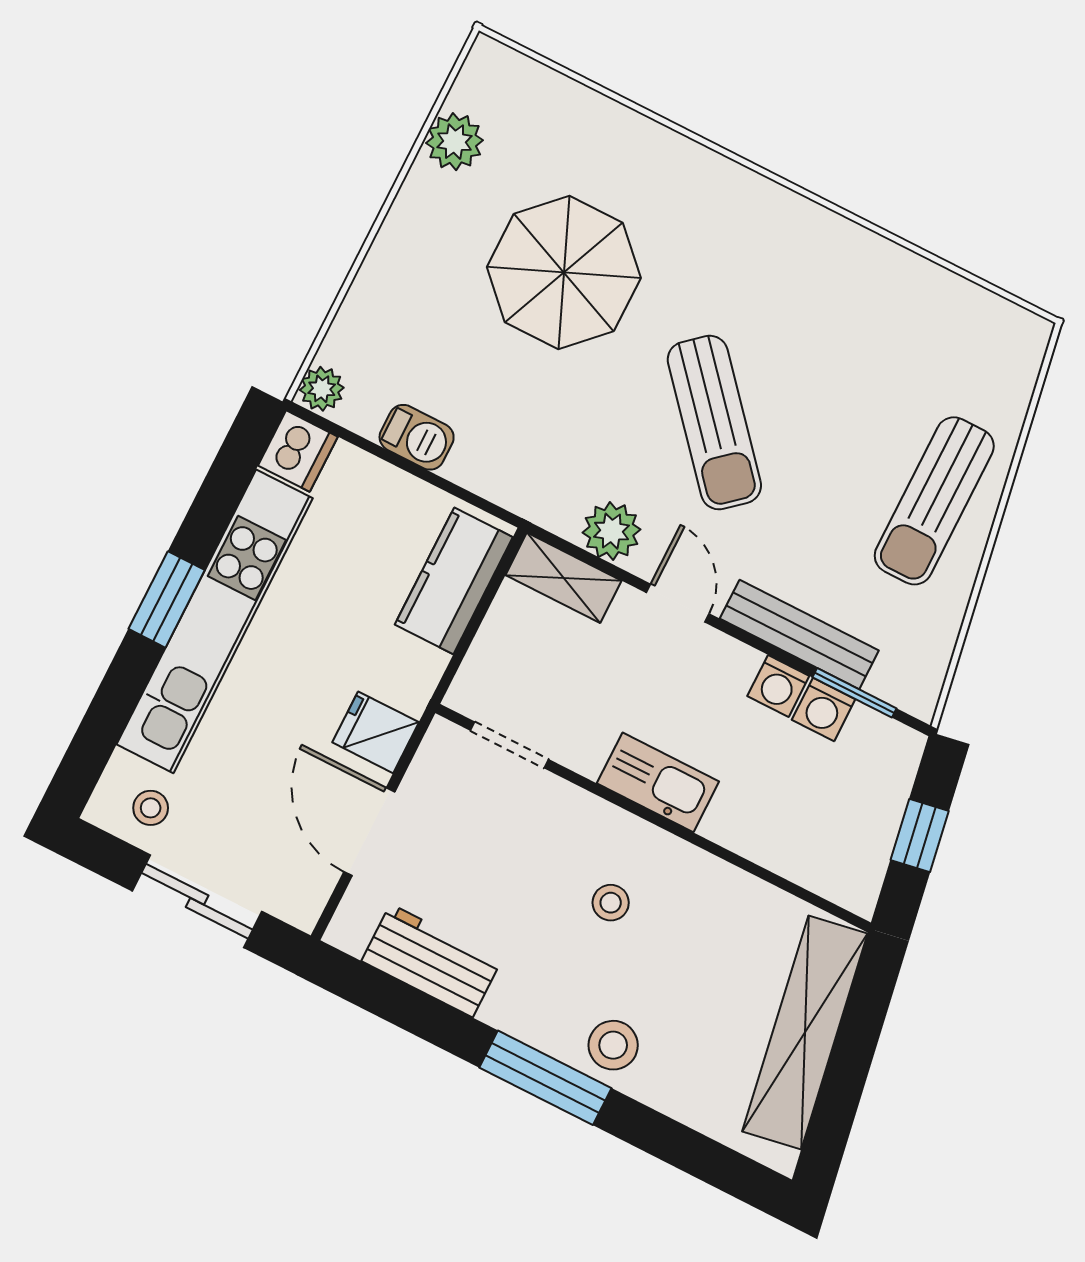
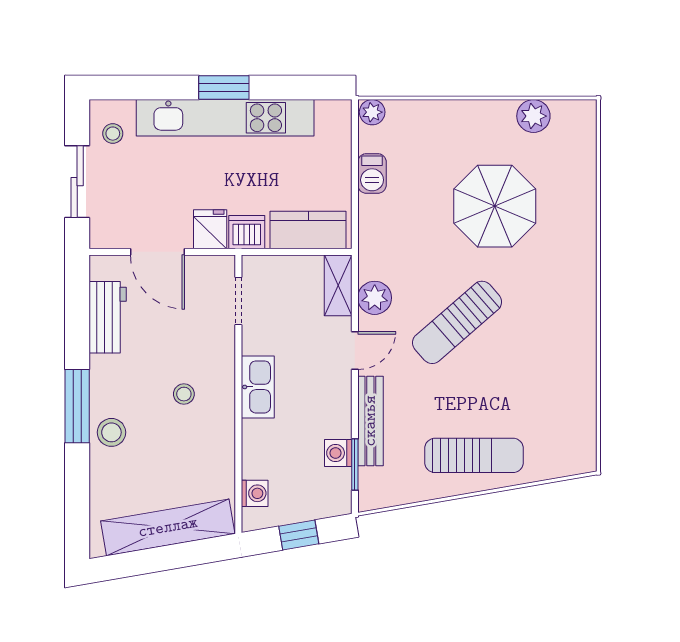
dishwasher: (298, 451) -> (247, 232), moved, turned 180
sun lounger: (934, 501) -> (474, 455), turned 180
washing machine: (778, 686) -> (255, 493), moved, turned 180
door: (369, 832) -> (157, 252), swing flipped

